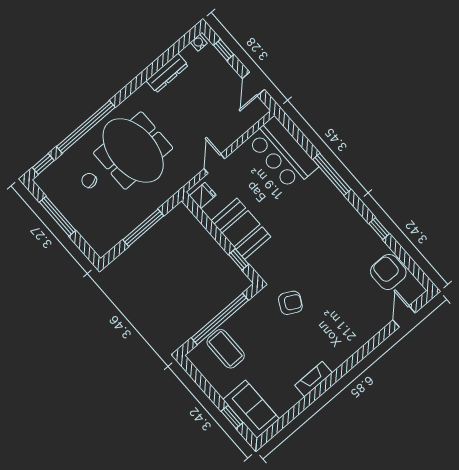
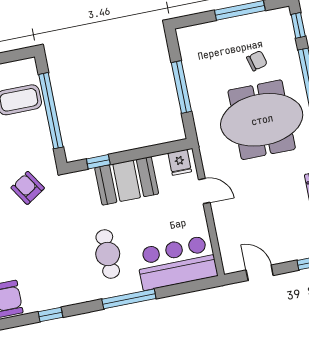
cafe table: (306, 211) -> (108, 254), added
armchair: (290, 303) -> (28, 188), turned 119

